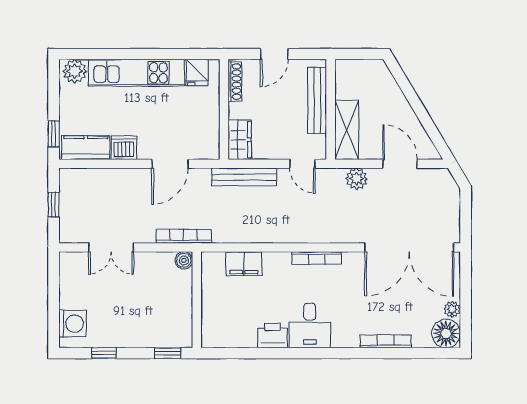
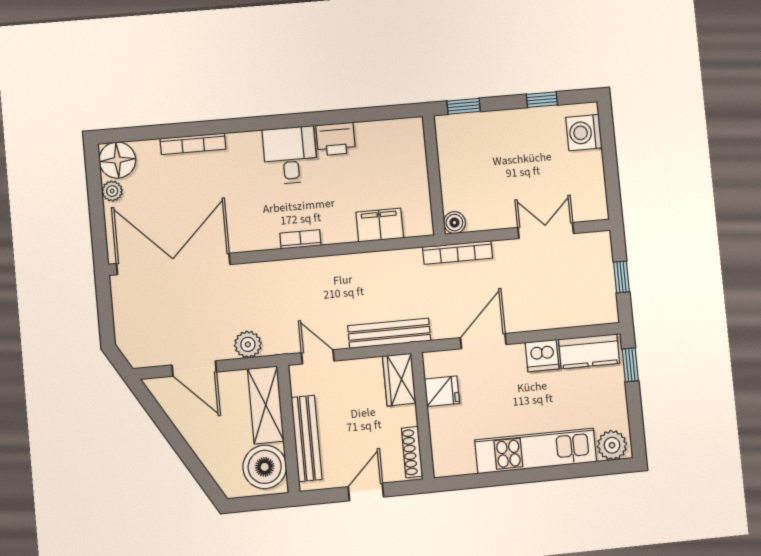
fridge: (197, 72) -> (442, 391), moved, turned 90
boiler: (352, 81) -> (265, 467), added
bookcase: (317, 258) -> (300, 239), width x0.64

